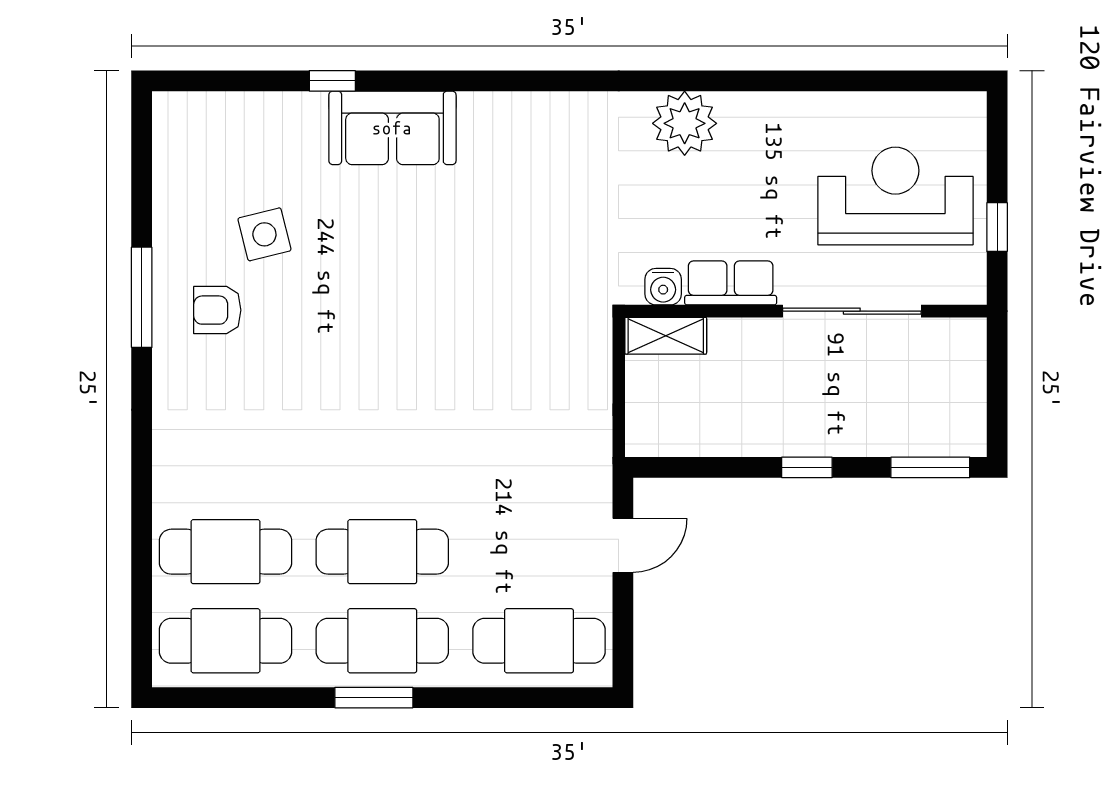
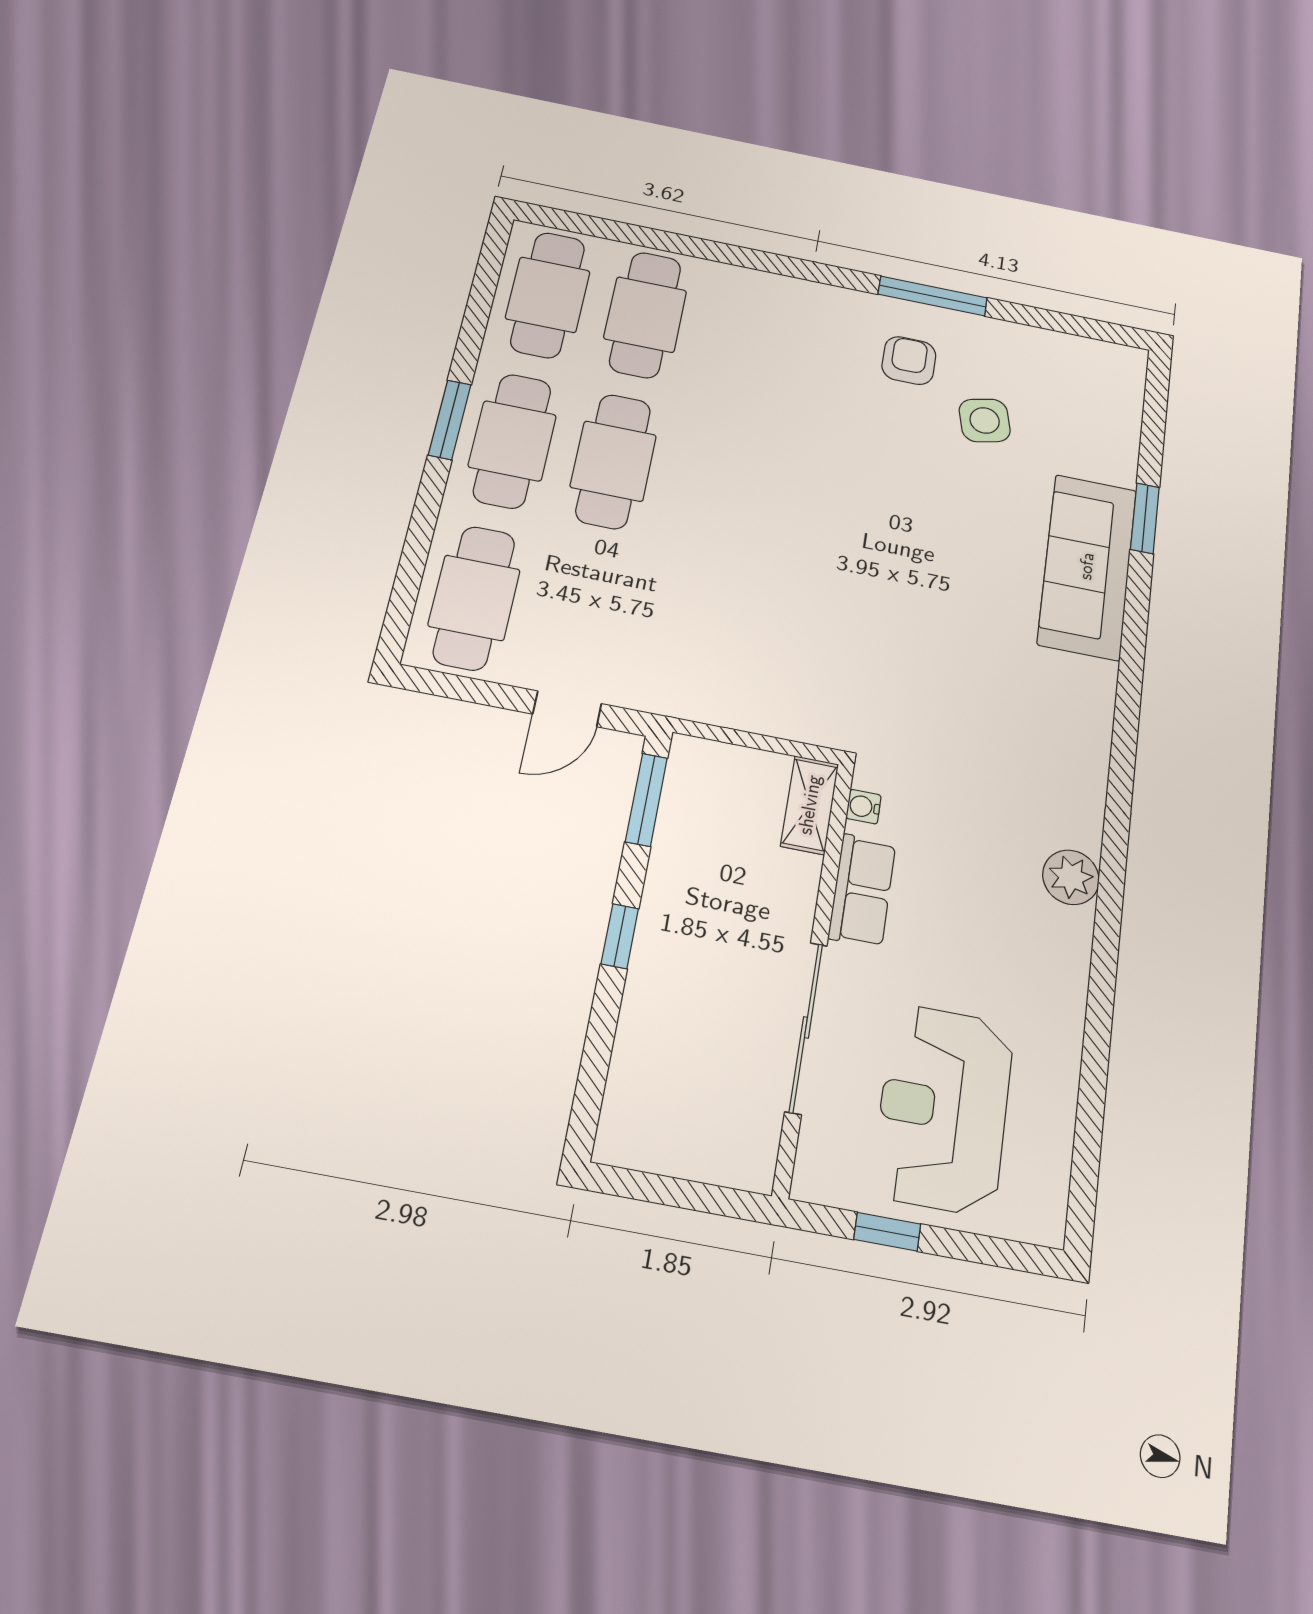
window: (332, 81) -> (1145, 518), width x1.50
plant: (685, 123) -> (1071, 877), width x0.73, depth x0.73
sofa: (392, 128) -> (1087, 566), width x1.36
reception desk: (895, 196) -> (943, 1109), turned 180
water cooler: (663, 287) -> (863, 807), width x0.72, depth x0.72
window: (930, 467) -> (646, 800), moved
door: (623, 545) -> (567, 709), hinge flipped

